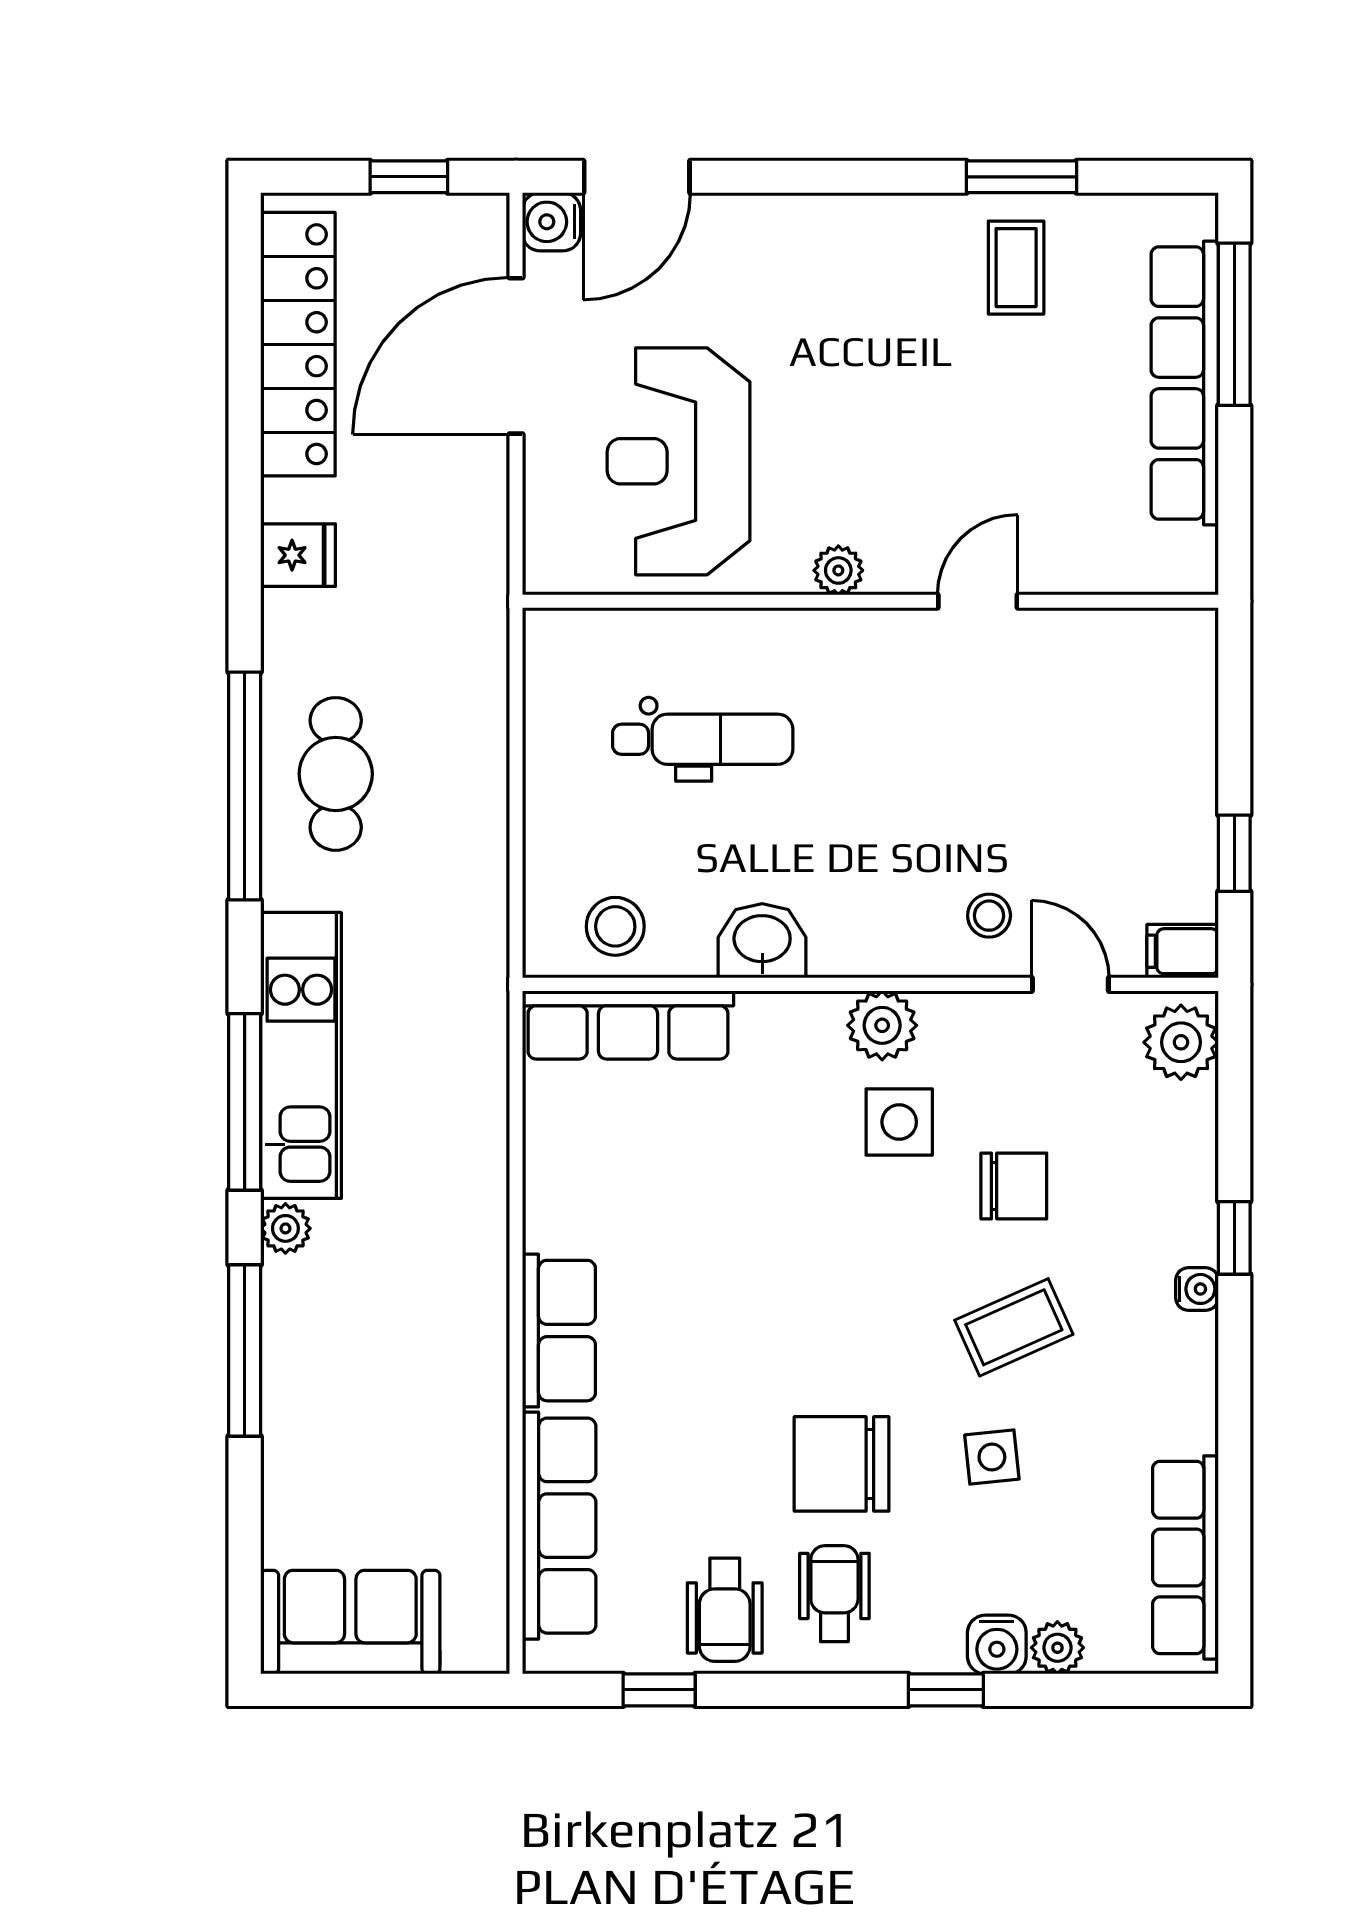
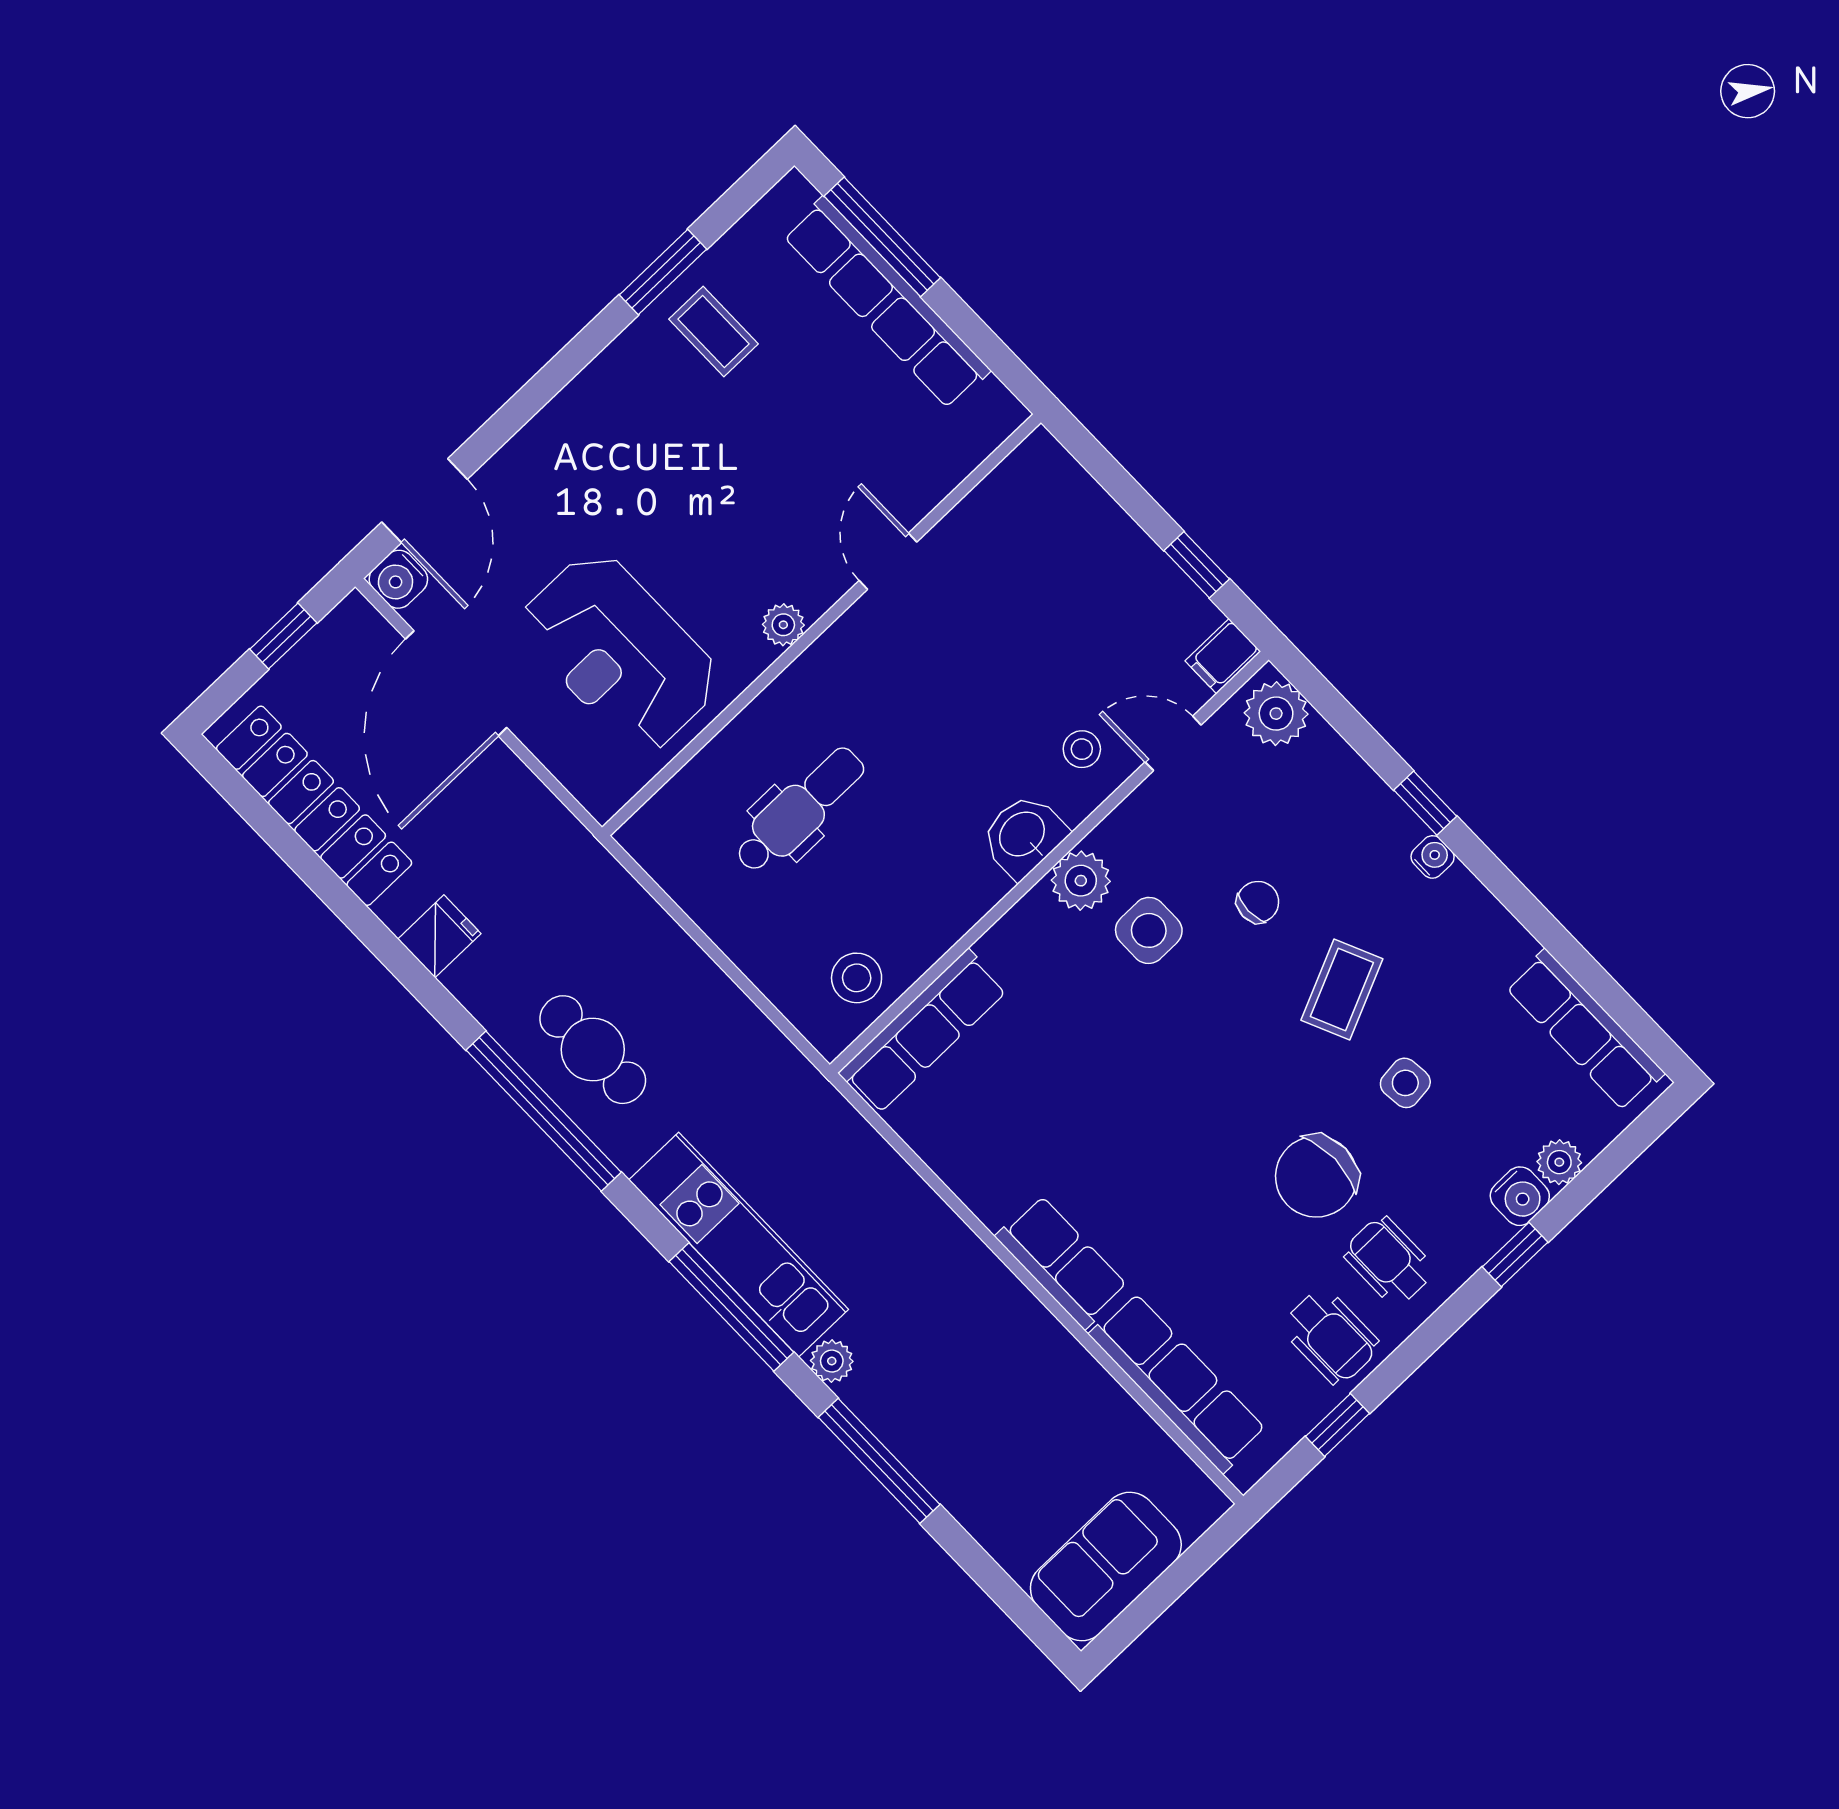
washbasin: (762, 941) -> (1023, 835), moved
chair: (1014, 1186) -> (1258, 902), width x0.73, depth x0.73

